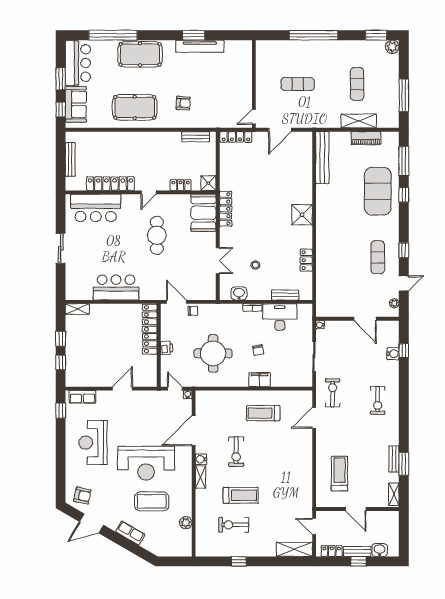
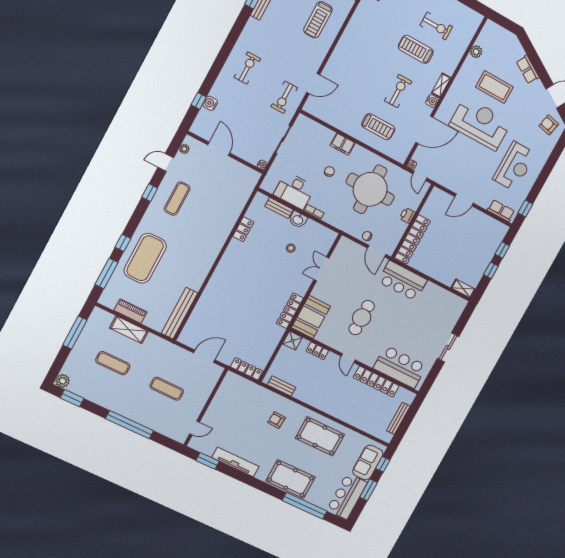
window: (194, 35) -> (208, 461), moved
exercise mat: (357, 84) -> (113, 363), turned 90
door: (254, 117) -> (194, 428), moved
door: (149, 192) -> (348, 358), swing flipped
shower: (302, 215) -> (225, 272), removed
bar counter: (116, 287) -> (403, 281), moved
washbasin: (239, 293) -> (298, 220), moved
round table: (213, 353) -> (370, 189), width x1.36, depth x1.36
treadmill: (263, 413) -> (378, 127), moved

